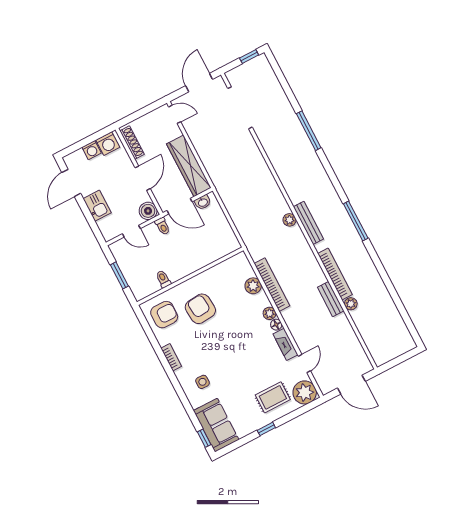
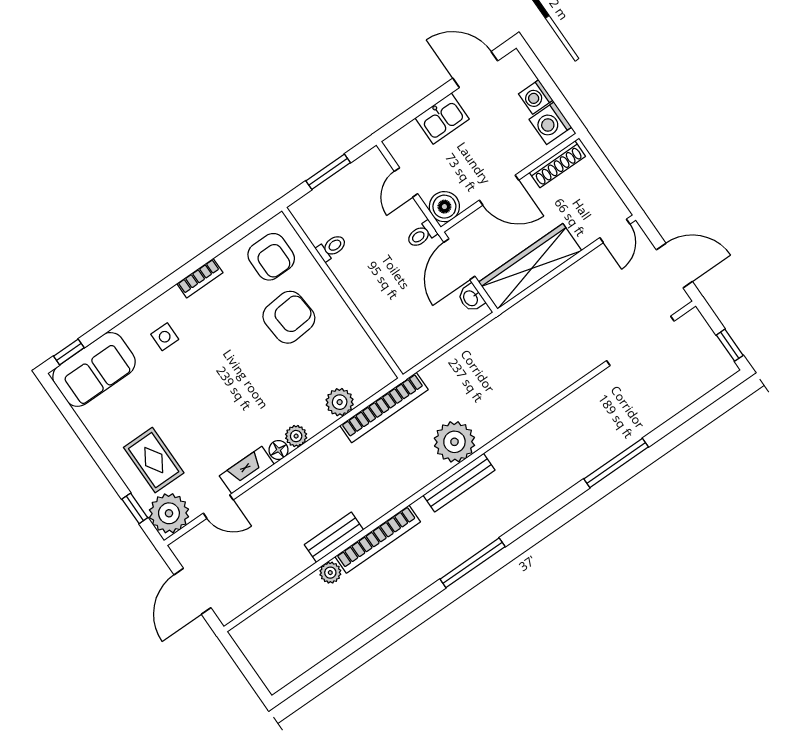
plant: (289, 220) -> (454, 442), width x1.88, depth x1.88
bookcase: (272, 285) -> (384, 408), moved
window: (266, 429) -> (135, 508), moved

